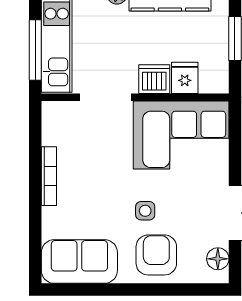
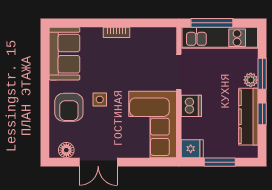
fridge: (185, 78) -> (192, 149), moved
bookcase: (49, 176) -> (116, 32), width x0.64
armchair: (156, 255) -> (69, 107), turned 90

